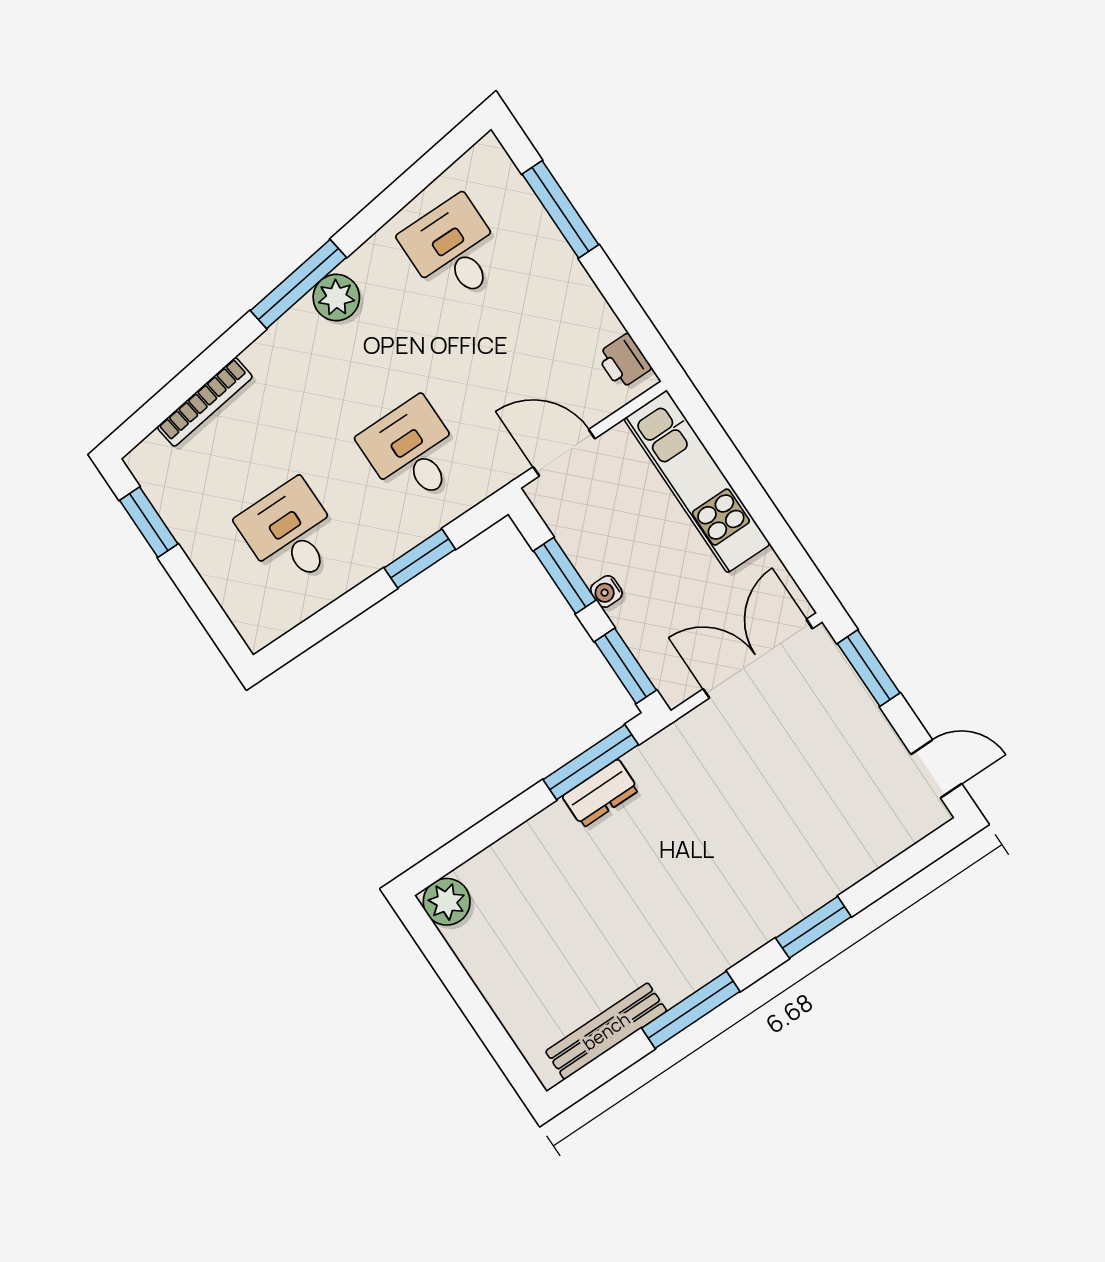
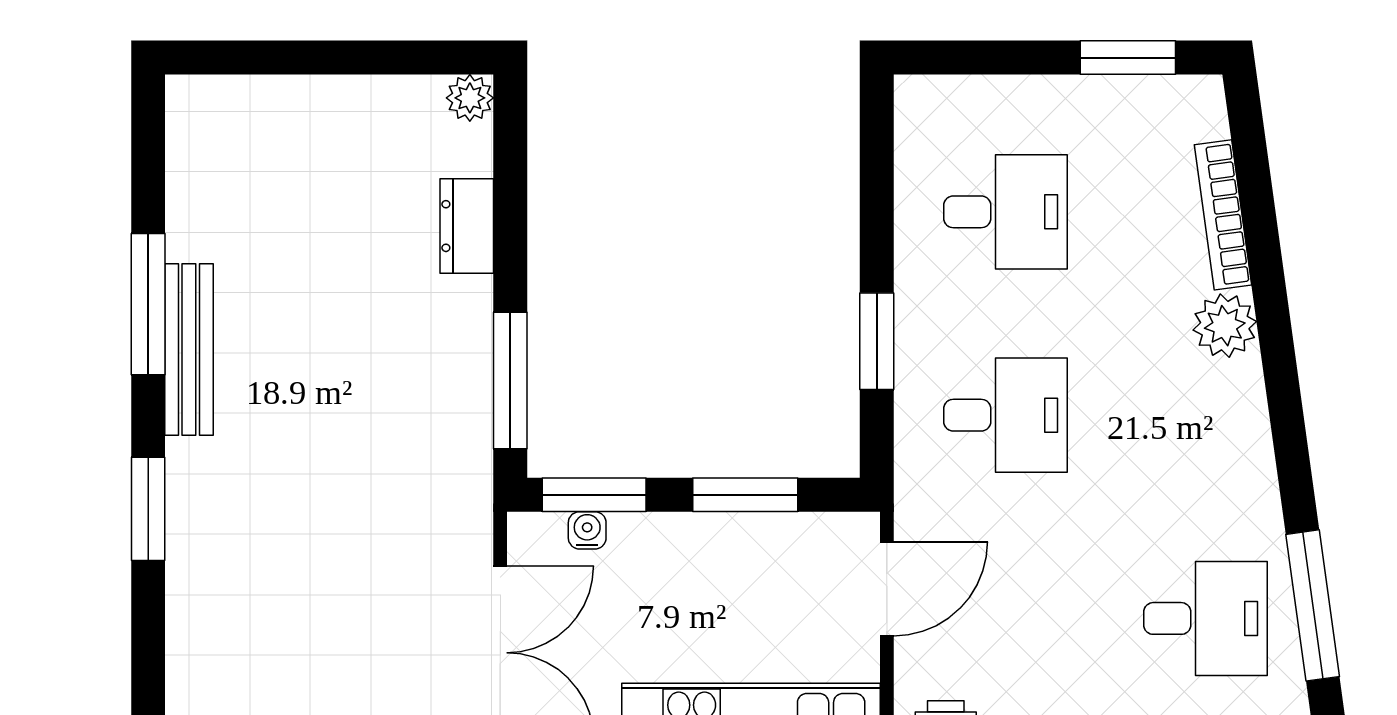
window: (298, 284) -> (1313, 605), moved
plant: (336, 297) -> (1225, 326), moved
water cooler: (606, 591) -> (587, 530), moved
dresser: (601, 793) -> (467, 226), moved
plant: (447, 902) -> (470, 98), width x0.73, depth x0.73
bench: (606, 1031) -> (189, 349), moved

